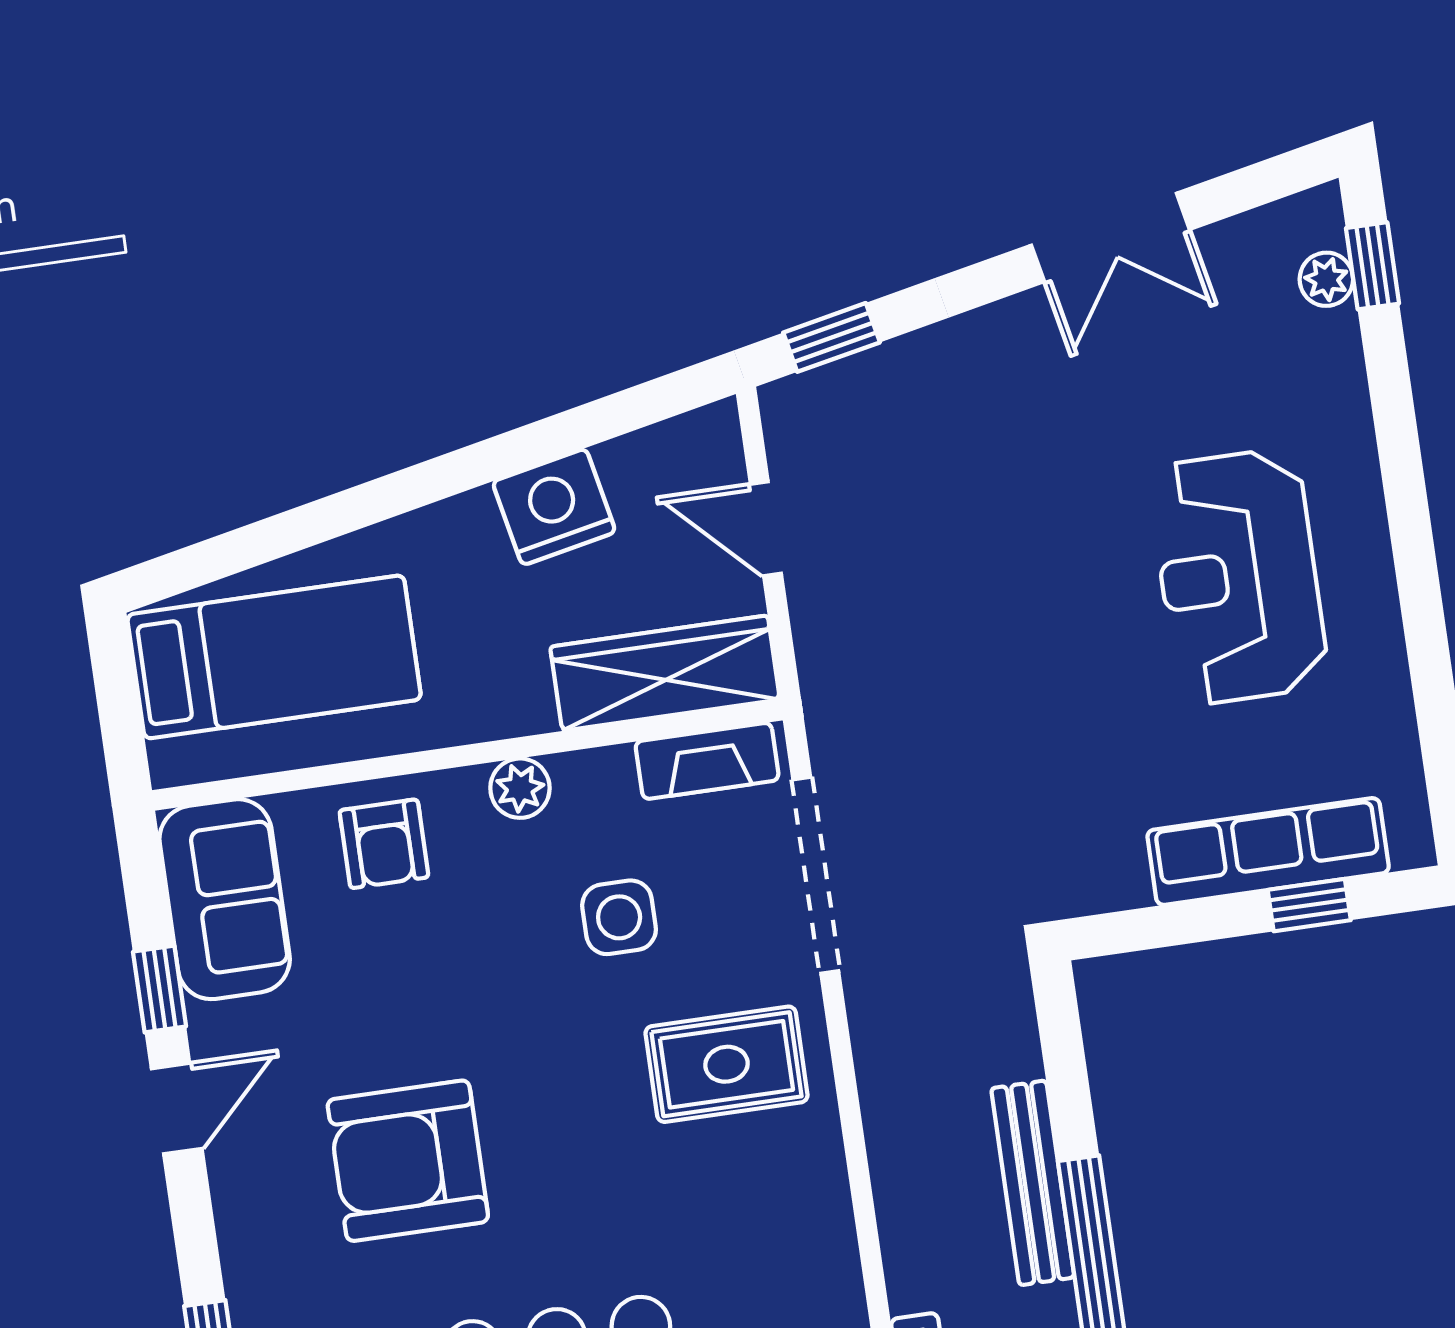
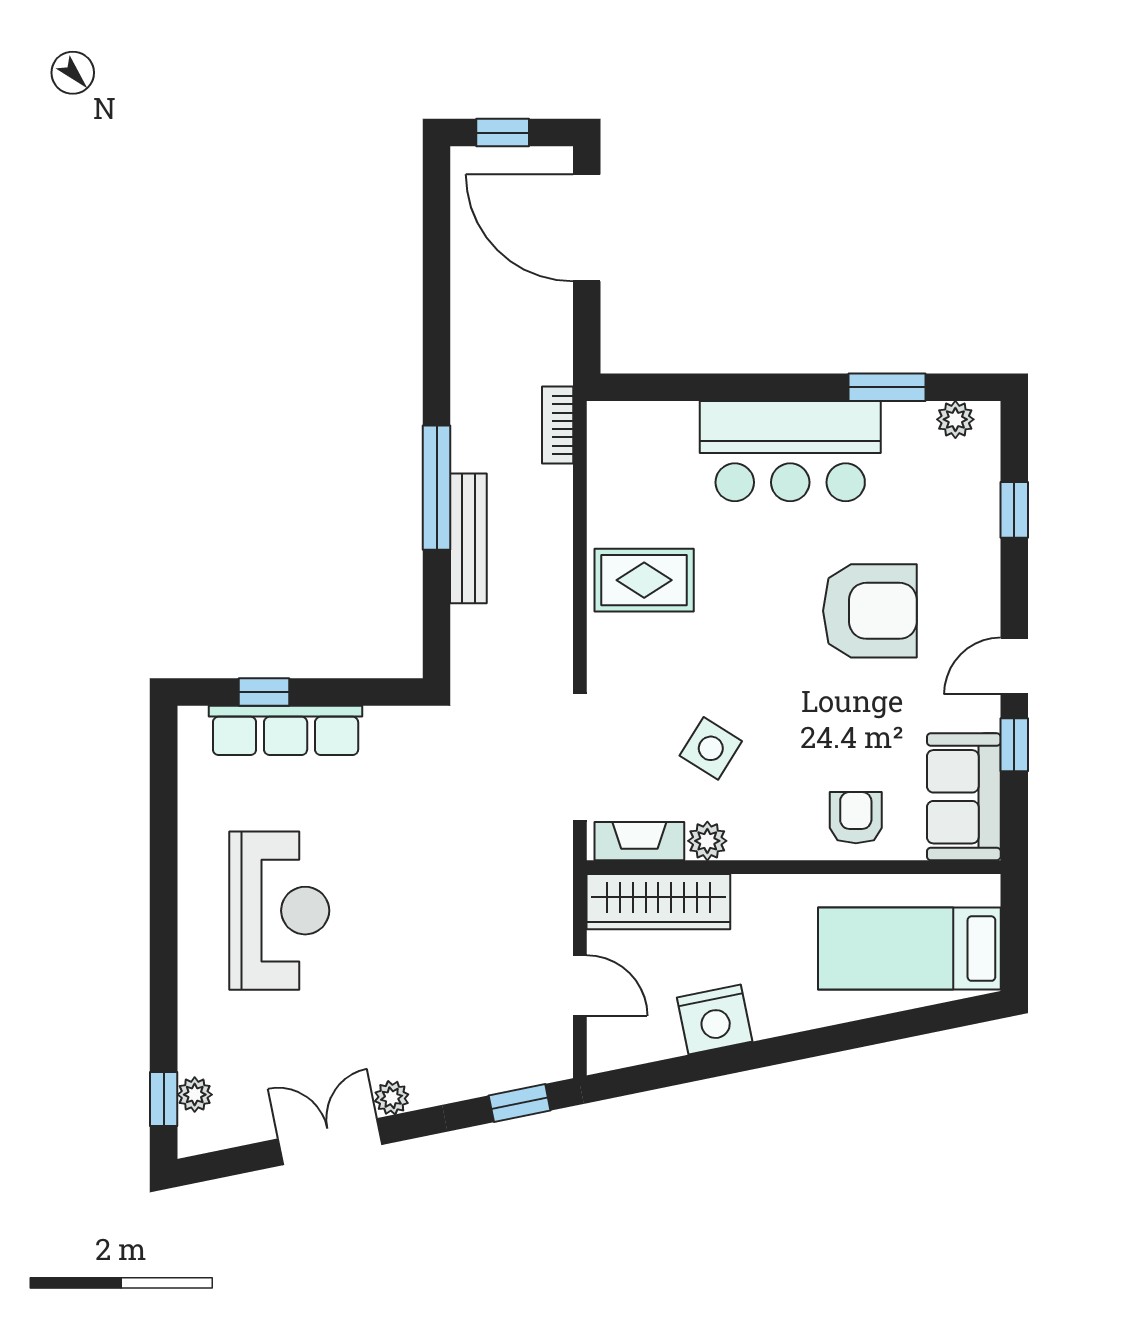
plant: (1027, 317) -> (392, 1098), added
plant: (520, 788) -> (707, 841), moved
side table: (619, 917) -> (711, 748), turned 32
rug: (726, 1064) -> (644, 580), moved

